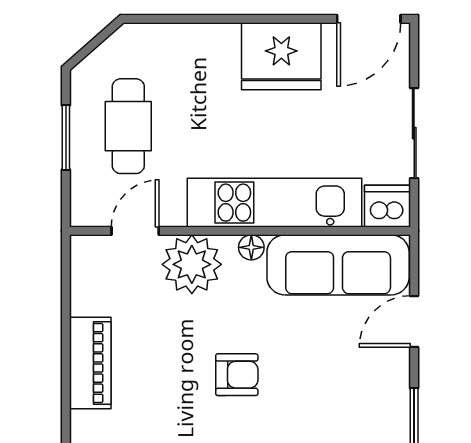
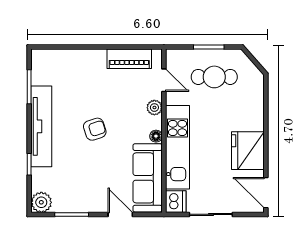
plant: (192, 264) -> (154, 108), width x0.53, depth x0.53
piano: (90, 363) -> (129, 59), moved
armchair: (237, 375) -> (95, 129), turned -108

